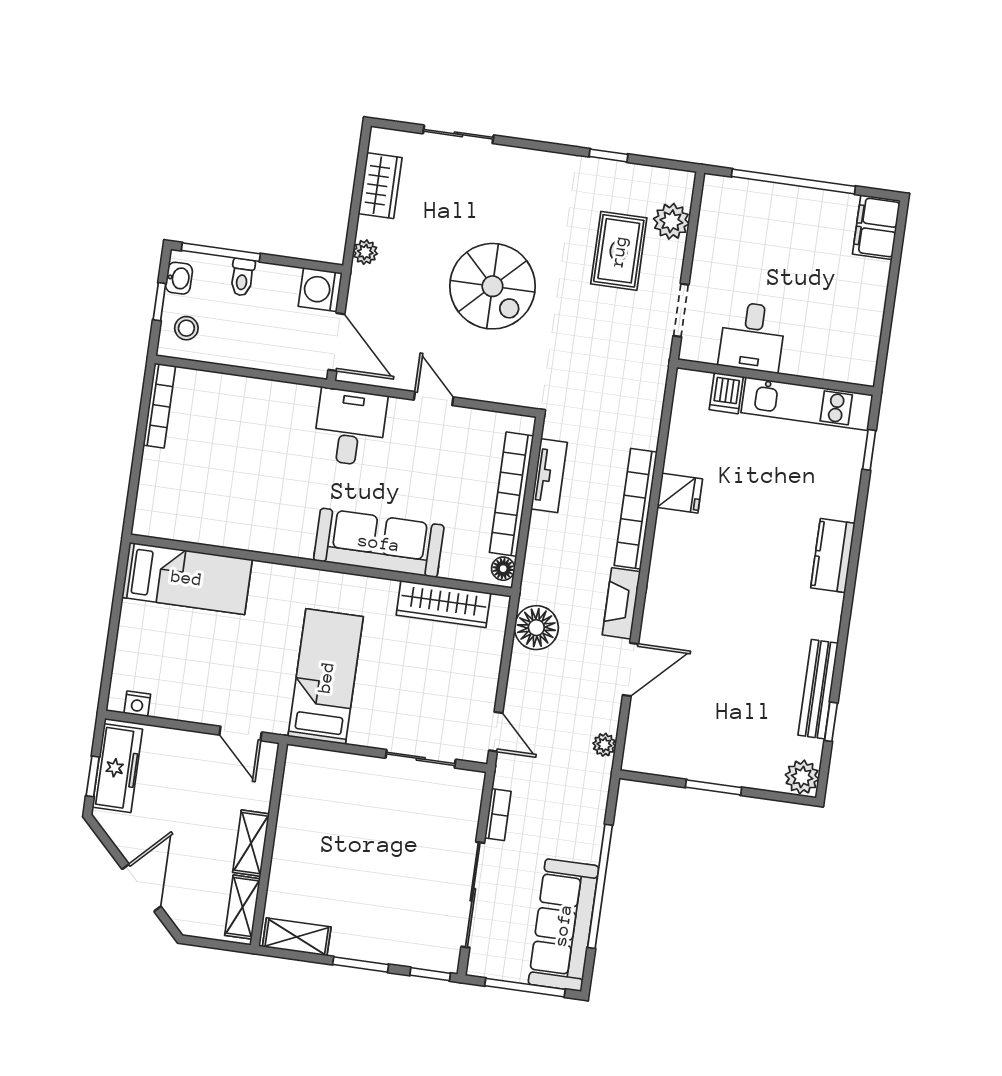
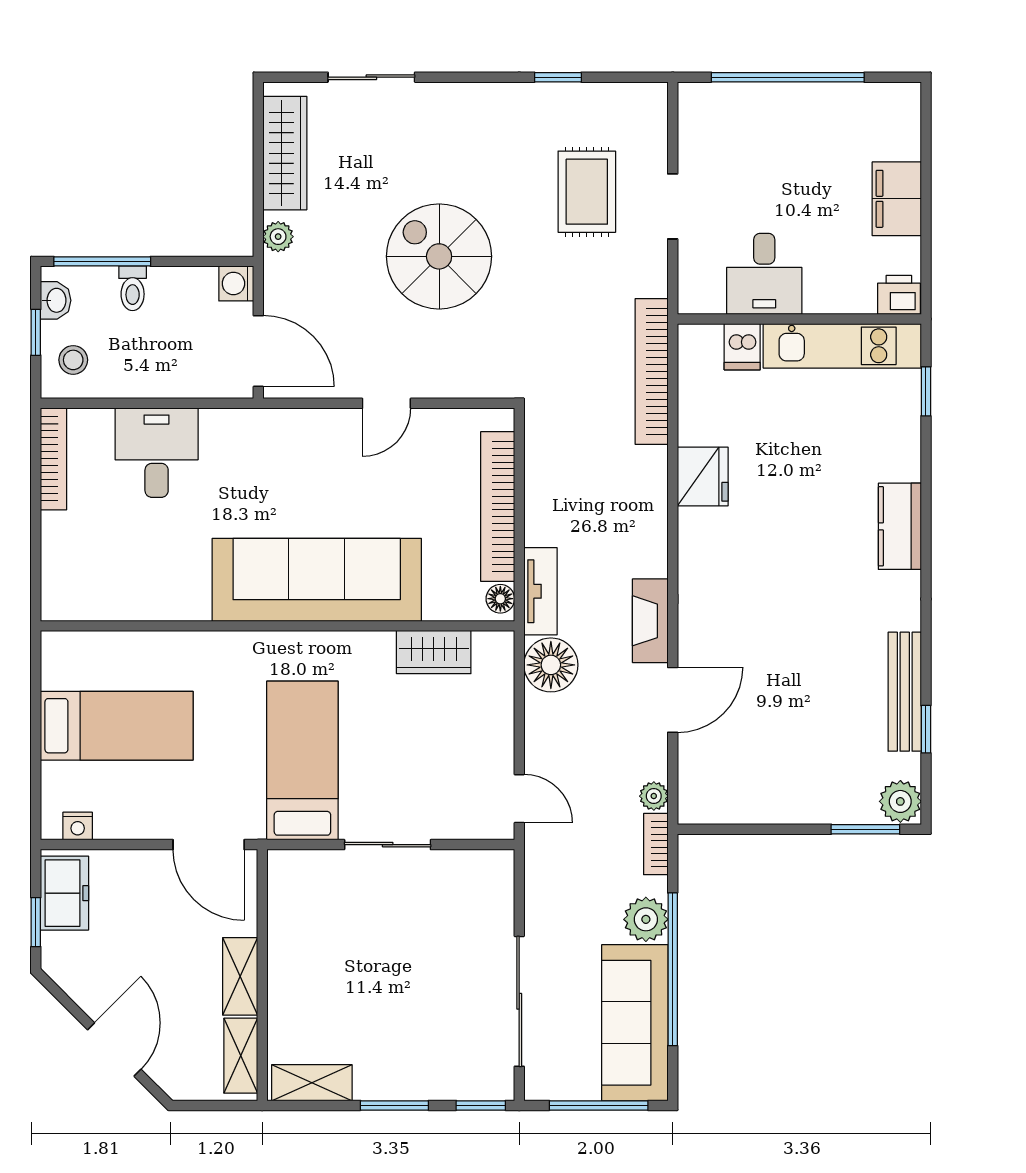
wardrobe: (380, 186) -> (285, 153), width x1.50
plant: (671, 221) -> (646, 919), moved
filing cabinet: (876, 227) -> (897, 199), moved
spiral stairs: (492, 286) -> (439, 256), turned 180
washing machine: (320, 290) -> (236, 283), width x0.73, depth x0.73
doorway: (681, 310) -> (673, 206), moved
printer: (858, 369) -> (899, 295), added
door: (434, 398) -> (386, 403), swing flipped
desk: (350, 427) -> (157, 453), moved
tv unit: (549, 476) -> (541, 591), moved
fridge: (680, 493) -> (703, 477), width x1.38
bookcase: (636, 509) -> (652, 372), moved
sofa: (379, 543) -> (317, 580), width x1.36, depth x1.27
bed: (187, 578) -> (117, 726), moved
wardrobe: (443, 604) -> (434, 652), width x0.67
door: (241, 733) -> (209, 845), width x1.38
sliding door: (421, 759) -> (388, 845), moved
freezer: (117, 768) -> (64, 893), width x0.71
window: (714, 787) -> (865, 829), moved
bookcase: (498, 815) -> (656, 844), moved, turned 180

